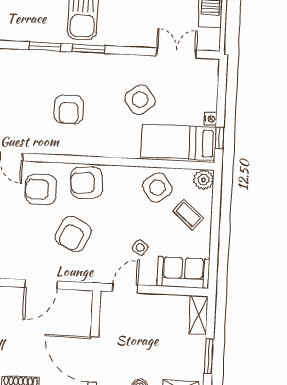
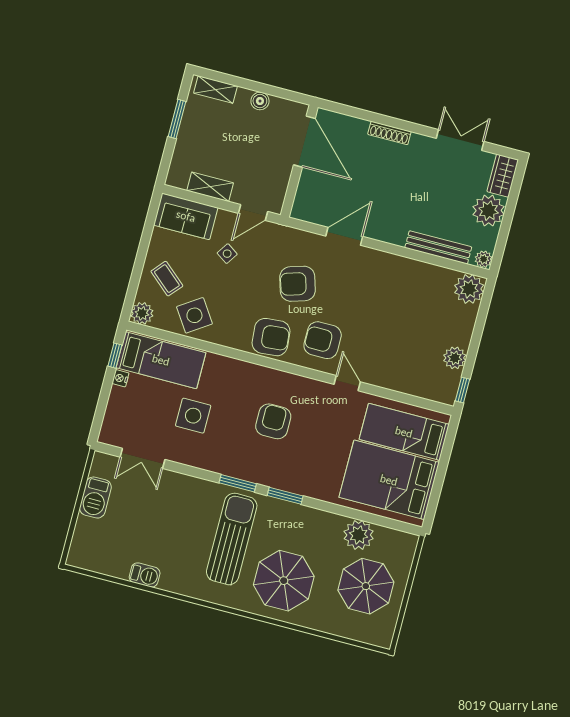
side table: (140, 100) -> (193, 416), turned 36
armchair: (41, 189) -> (323, 340), turned 180
armchair: (73, 234) -> (297, 284), turned -133
shelving: (198, 315) -> (210, 187), moved, turned 90

